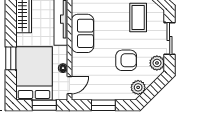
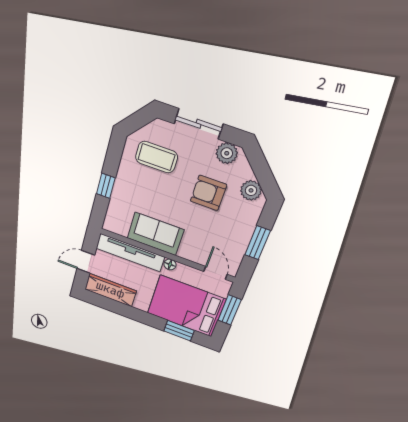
window: (11, 58) -> (179, 331), moved
armchair: (126, 60) -> (208, 193), turned -90
floor lamp: (63, 68) -> (170, 264), moved

